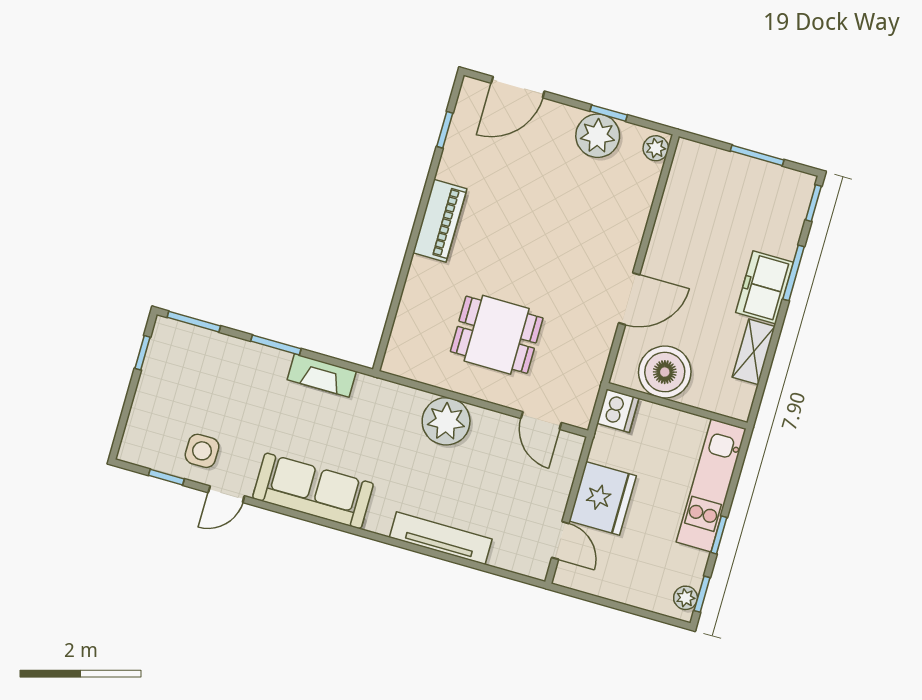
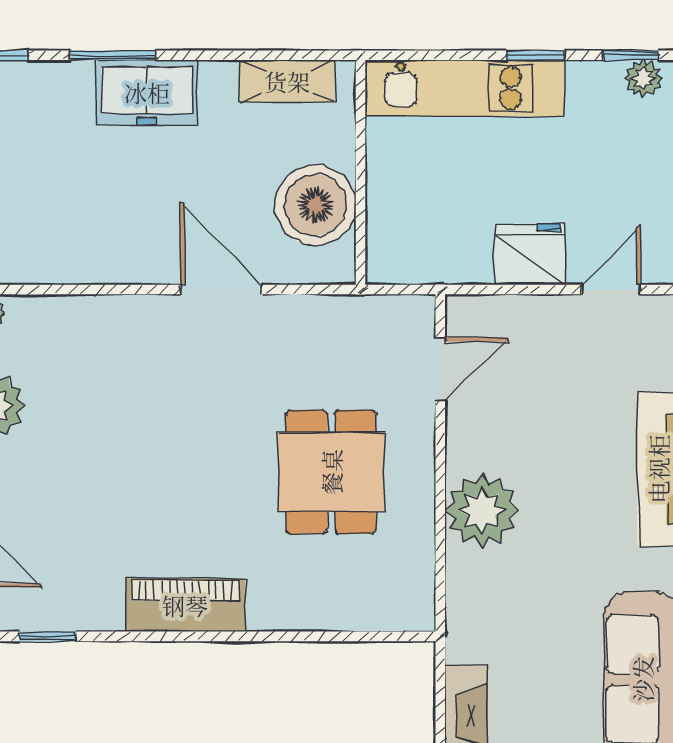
shelving: (754, 352) -> (287, 81), moved
dishwasher: (618, 411) -> (393, 259), removed
fridge: (603, 498) -> (530, 254), width x0.73, depth x0.75

